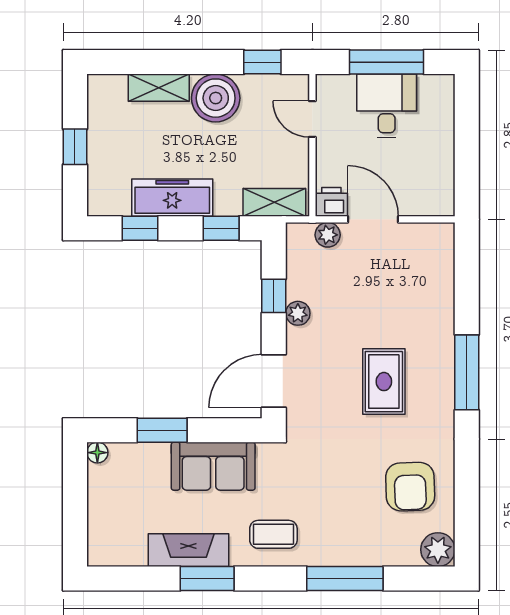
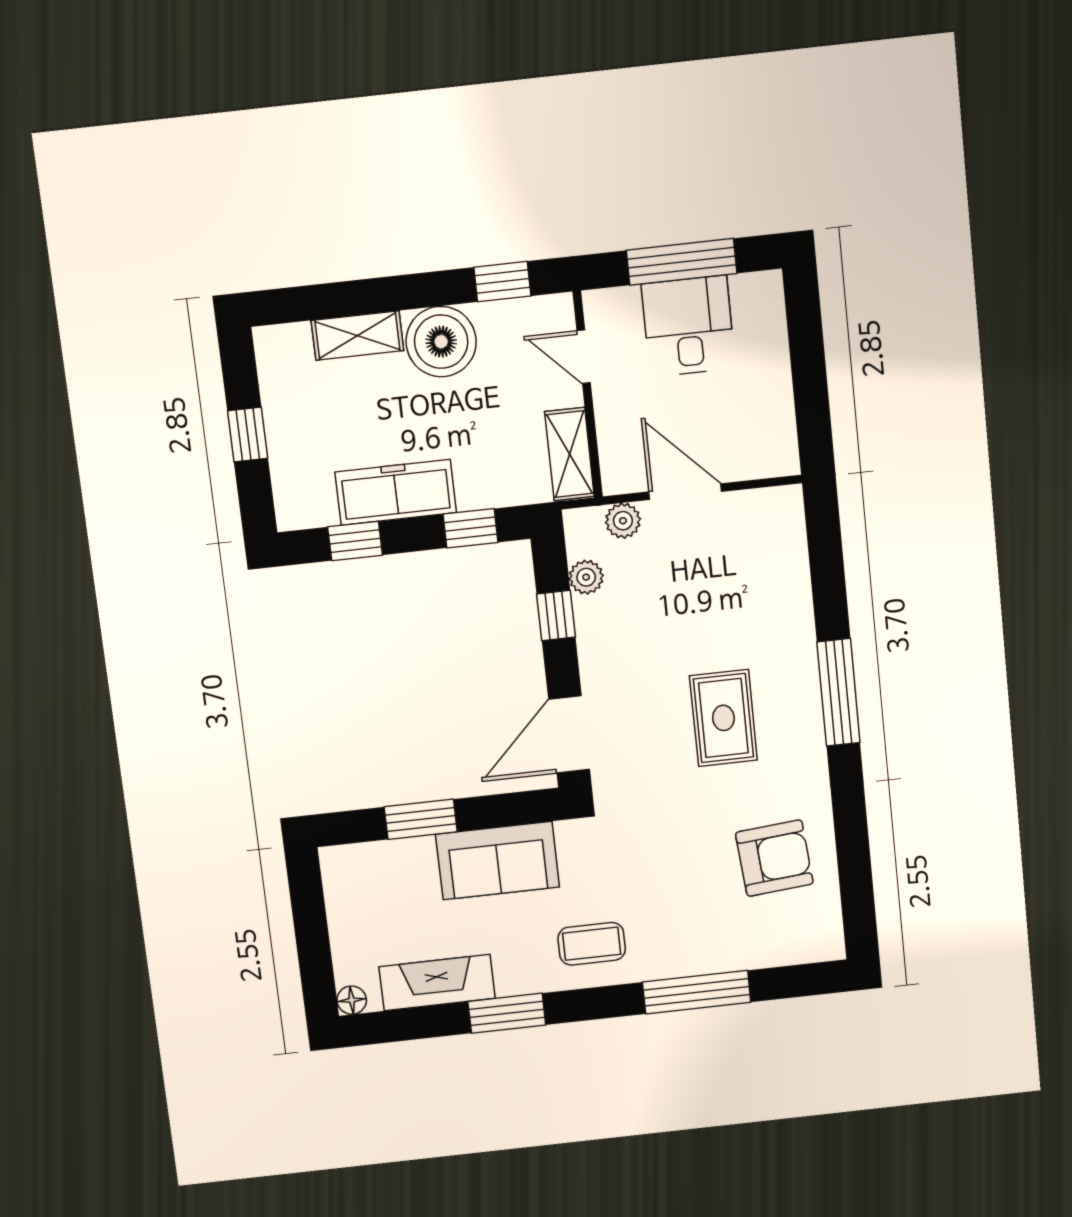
shelving: (274, 202) -> (569, 454), moved, turned 90
printer: (331, 202) -> (623, 473), removed
plant: (298, 313) -> (586, 577), moved
floor lamp: (97, 453) -> (352, 1000), moved
armchair: (410, 487) -> (774, 858), turned -93
fireplace: (188, 550) -> (437, 983), moved
plant: (438, 550) -> (821, 939), removed

